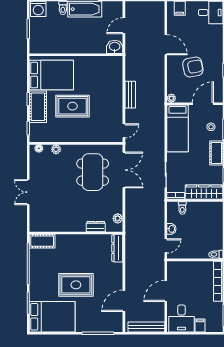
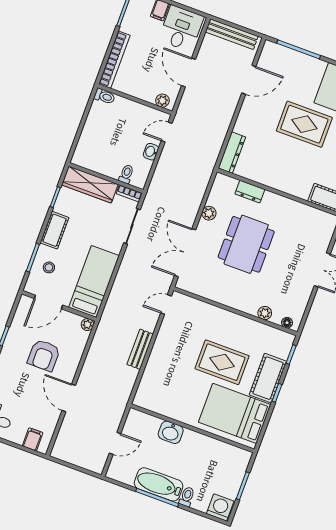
washbasin: (115, 47) -> (171, 432), moved
armchair: (193, 67) -> (44, 355), turned -79
dining table: (93, 172) -> (246, 244), moved
plant: (118, 218) -> (209, 213), moved
plant: (176, 266) -> (162, 101), added
door: (166, 291) -> (188, 72), swing flipped

